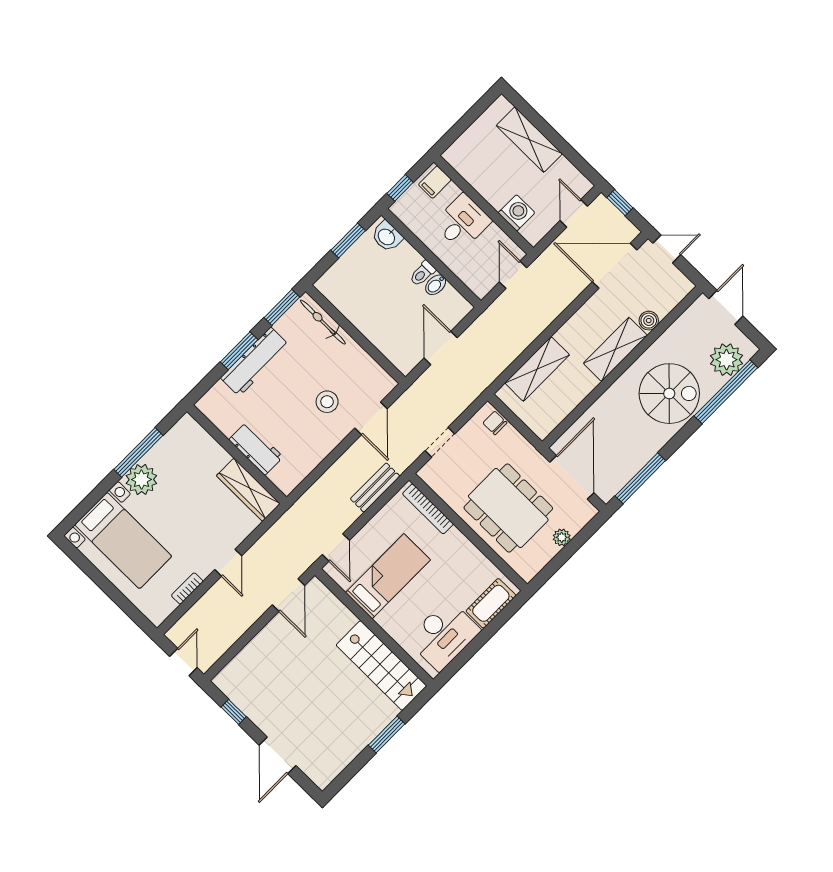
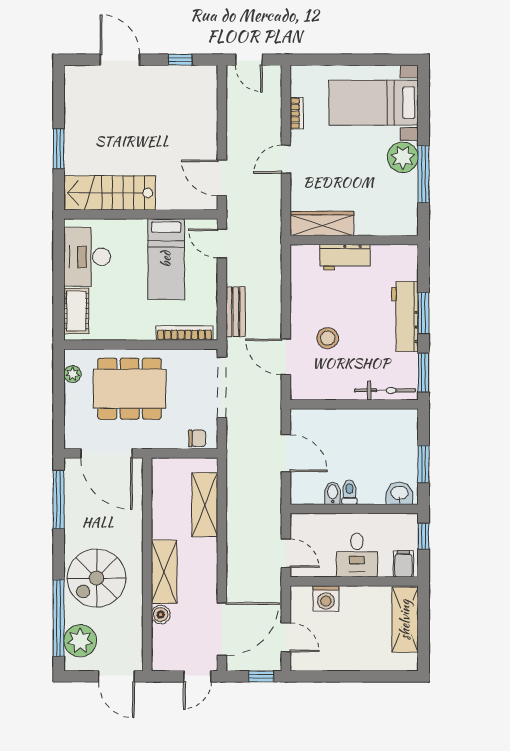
shelving: (529, 140) -> (405, 620), moved, turned 90
doorway: (440, 442) -> (222, 387), width x1.88
plant: (562, 537) -> (72, 374), moved
door: (228, 563) -> (286, 159), hinge flipped

